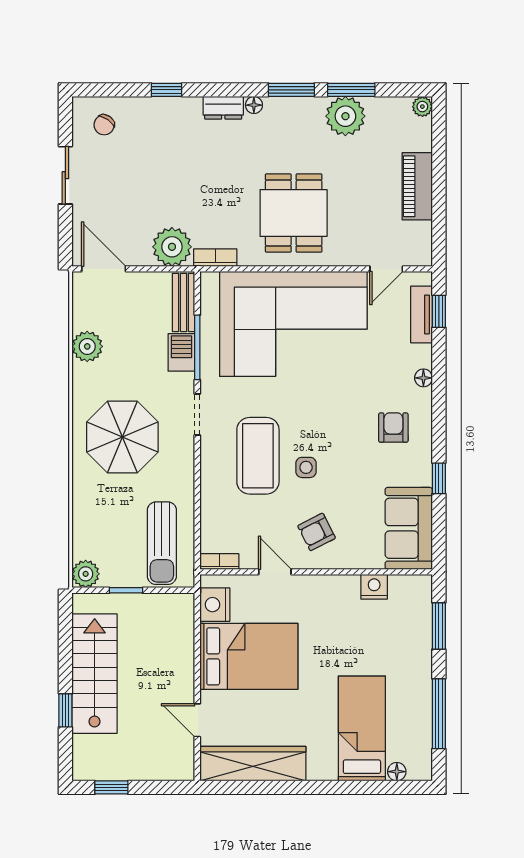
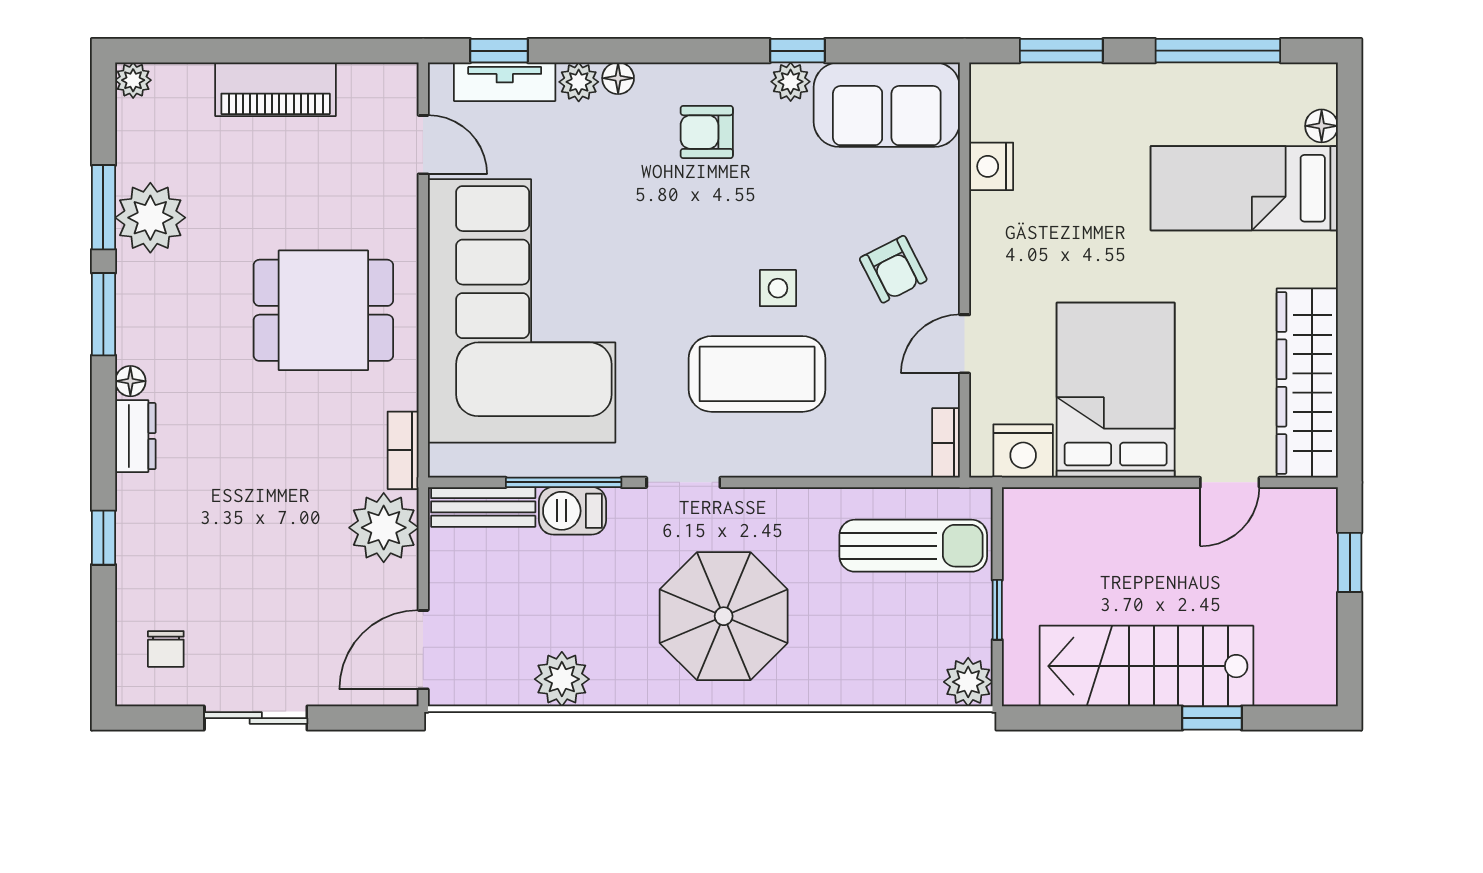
chair: (104, 125) -> (166, 649), turned 55
plant: (421, 356) -> (579, 82), added
plant: (422, 474) -> (791, 82), added
window: (111, 787) -> (1350, 562), moved

